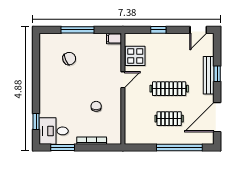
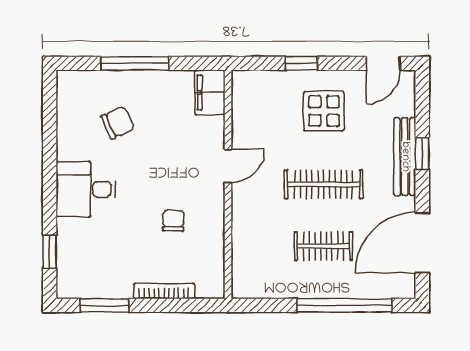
filing cabinet: (114, 39) -> (210, 92), width x2.00
display table: (135, 56) -> (324, 111), moved
desk: (54, 131) -> (86, 189), moved

